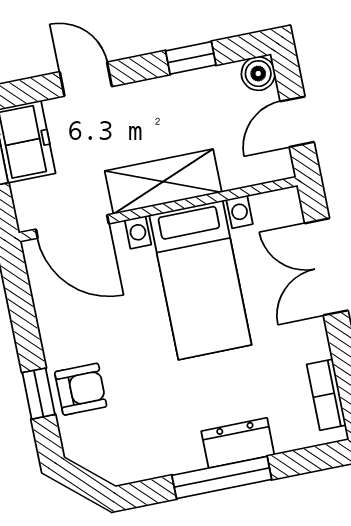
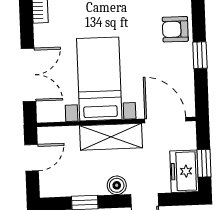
boiler: (258, 74) -> (117, 185), moved
window: (39, 394) -> (200, 55), moved

